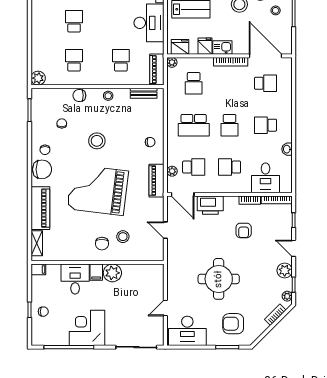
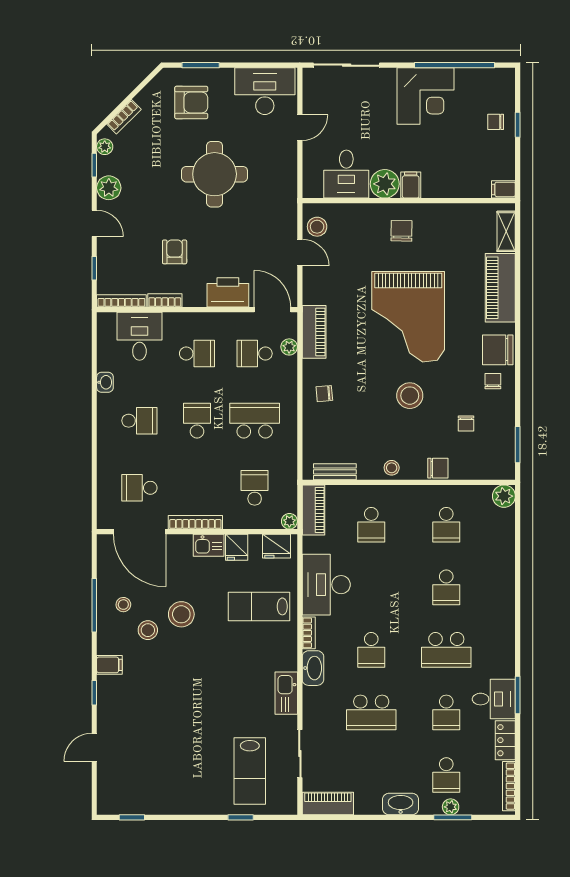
grand piano: (98, 190) -> (408, 317), turned 83
stool: (123, 237) -> (317, 227), moved
desk: (75, 279) -> (346, 174), moved

